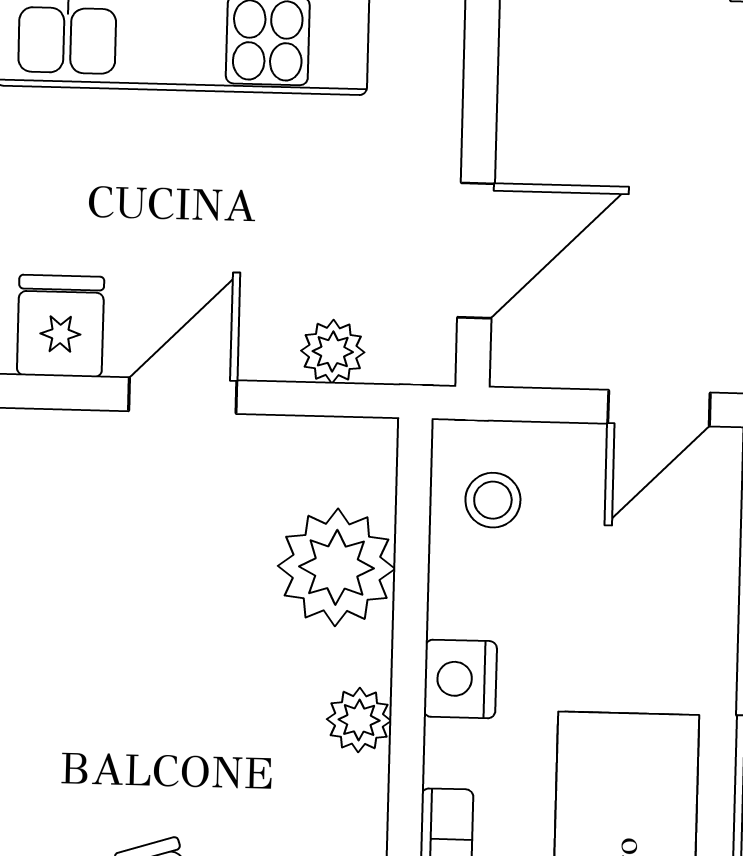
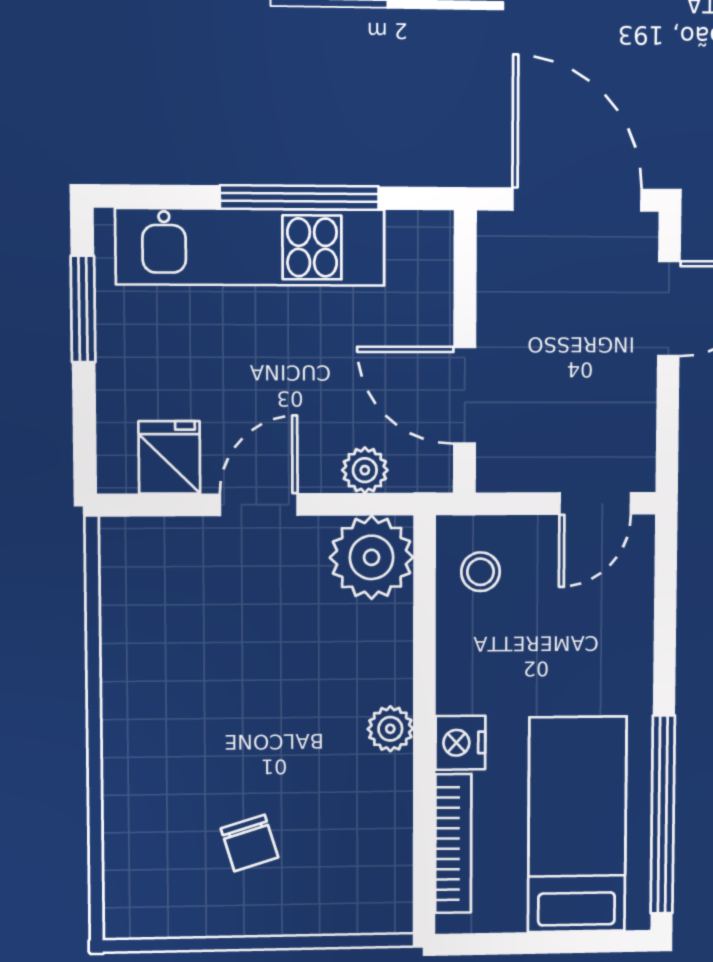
door: (476, 250) -> (465, 395), swing flipped
plant: (336, 567) -> (372, 557), moved
nightstand: (460, 679) -> (460, 743), moved

